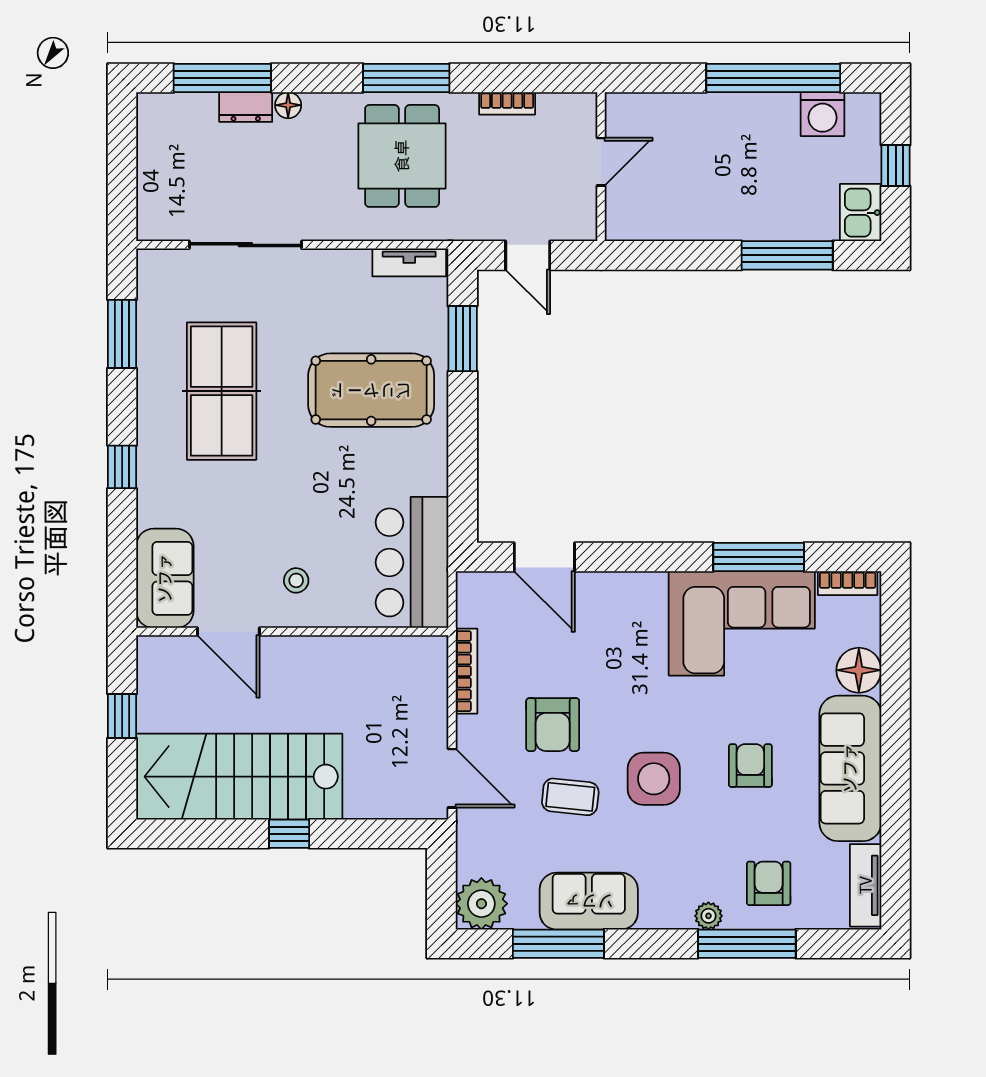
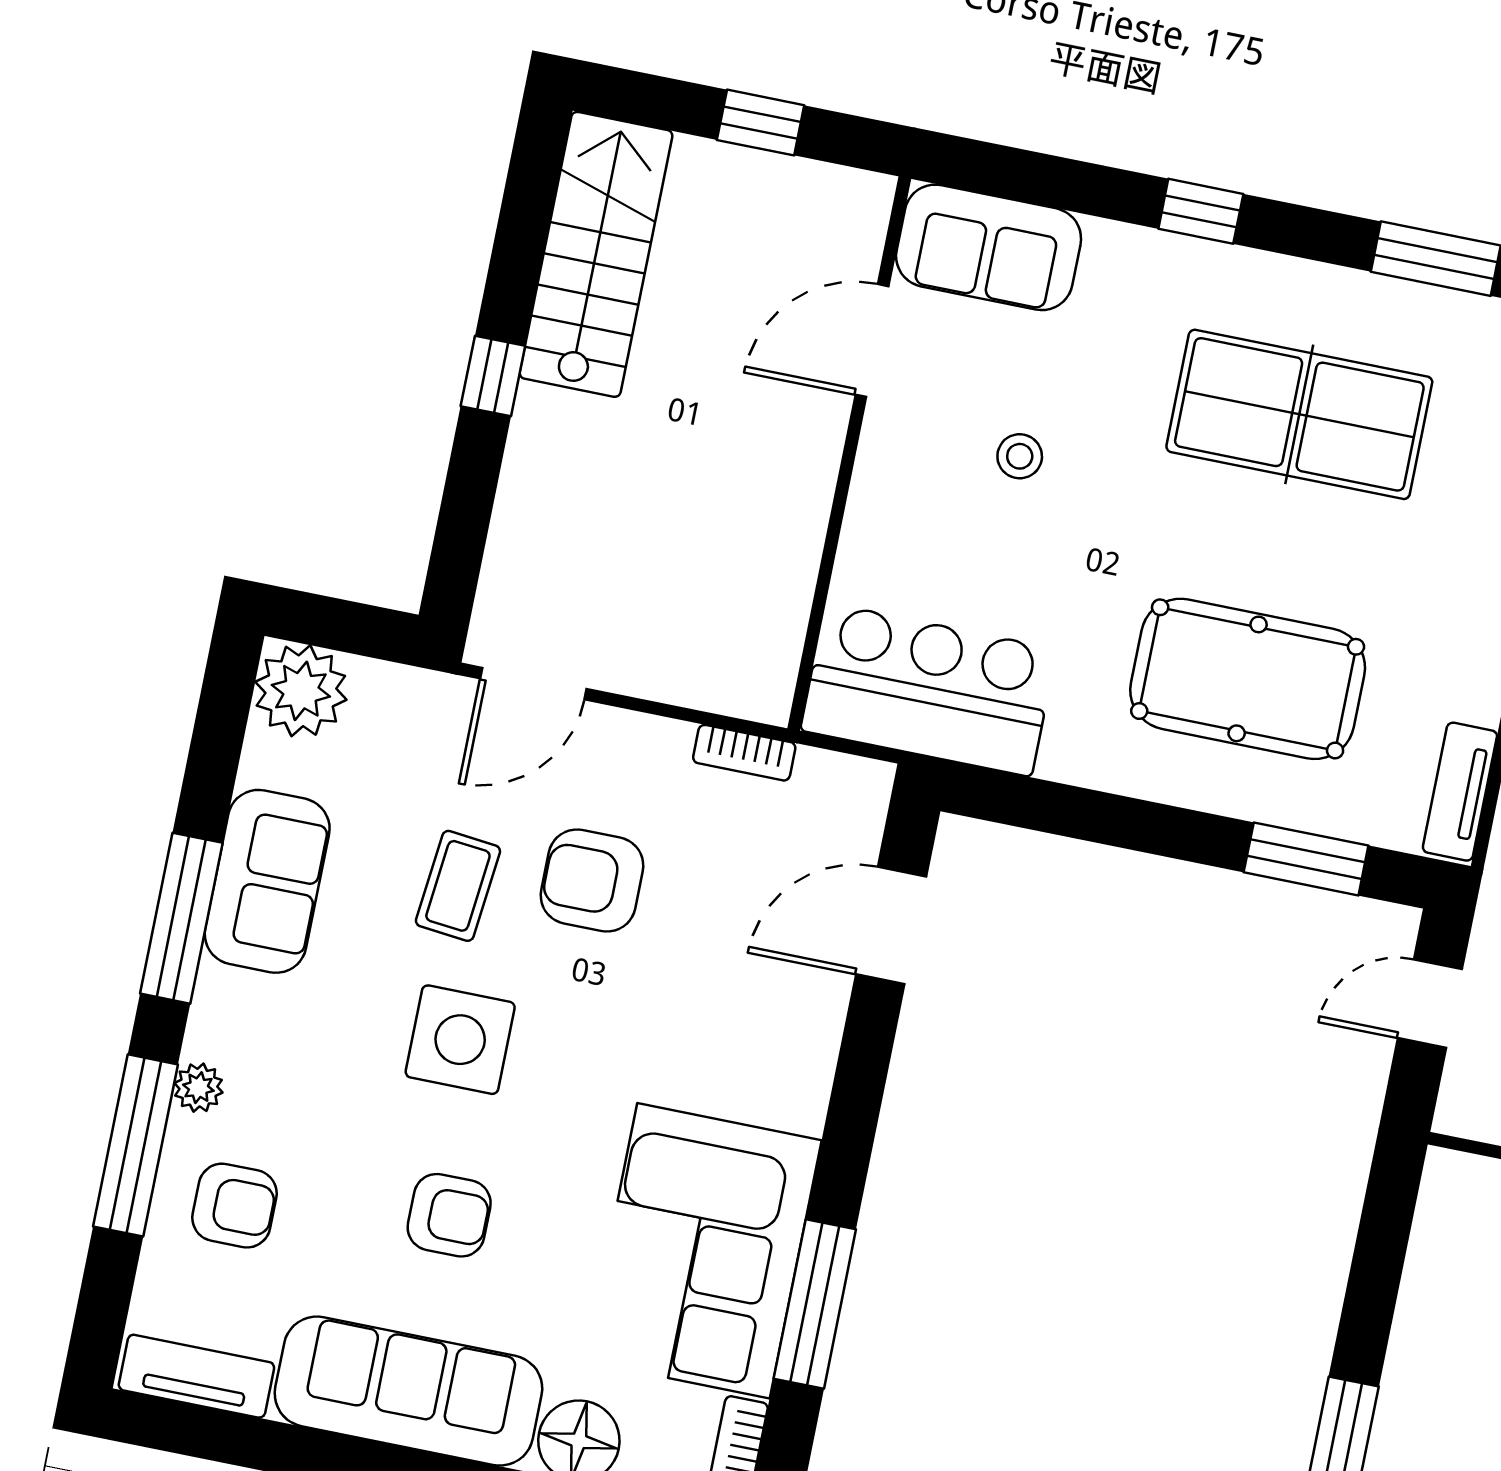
pool table: (371, 390) -> (1248, 679), turned 90
stool: (296, 580) -> (1020, 456), moved
bookcase: (466, 671) -> (744, 753), width x0.64
stairs: (239, 777) -> (596, 254), width x0.73, depth x0.66
window: (558, 944) -> (181, 918), moved

